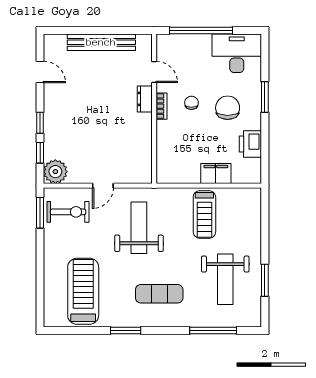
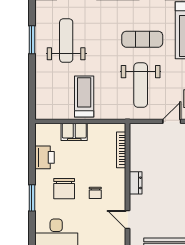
dresser: (145, 99) -> (136, 183), moved
bookcase: (162, 106) -> (121, 150), moved, width x1.56
exercise mat: (159, 294) -> (142, 39), moved

